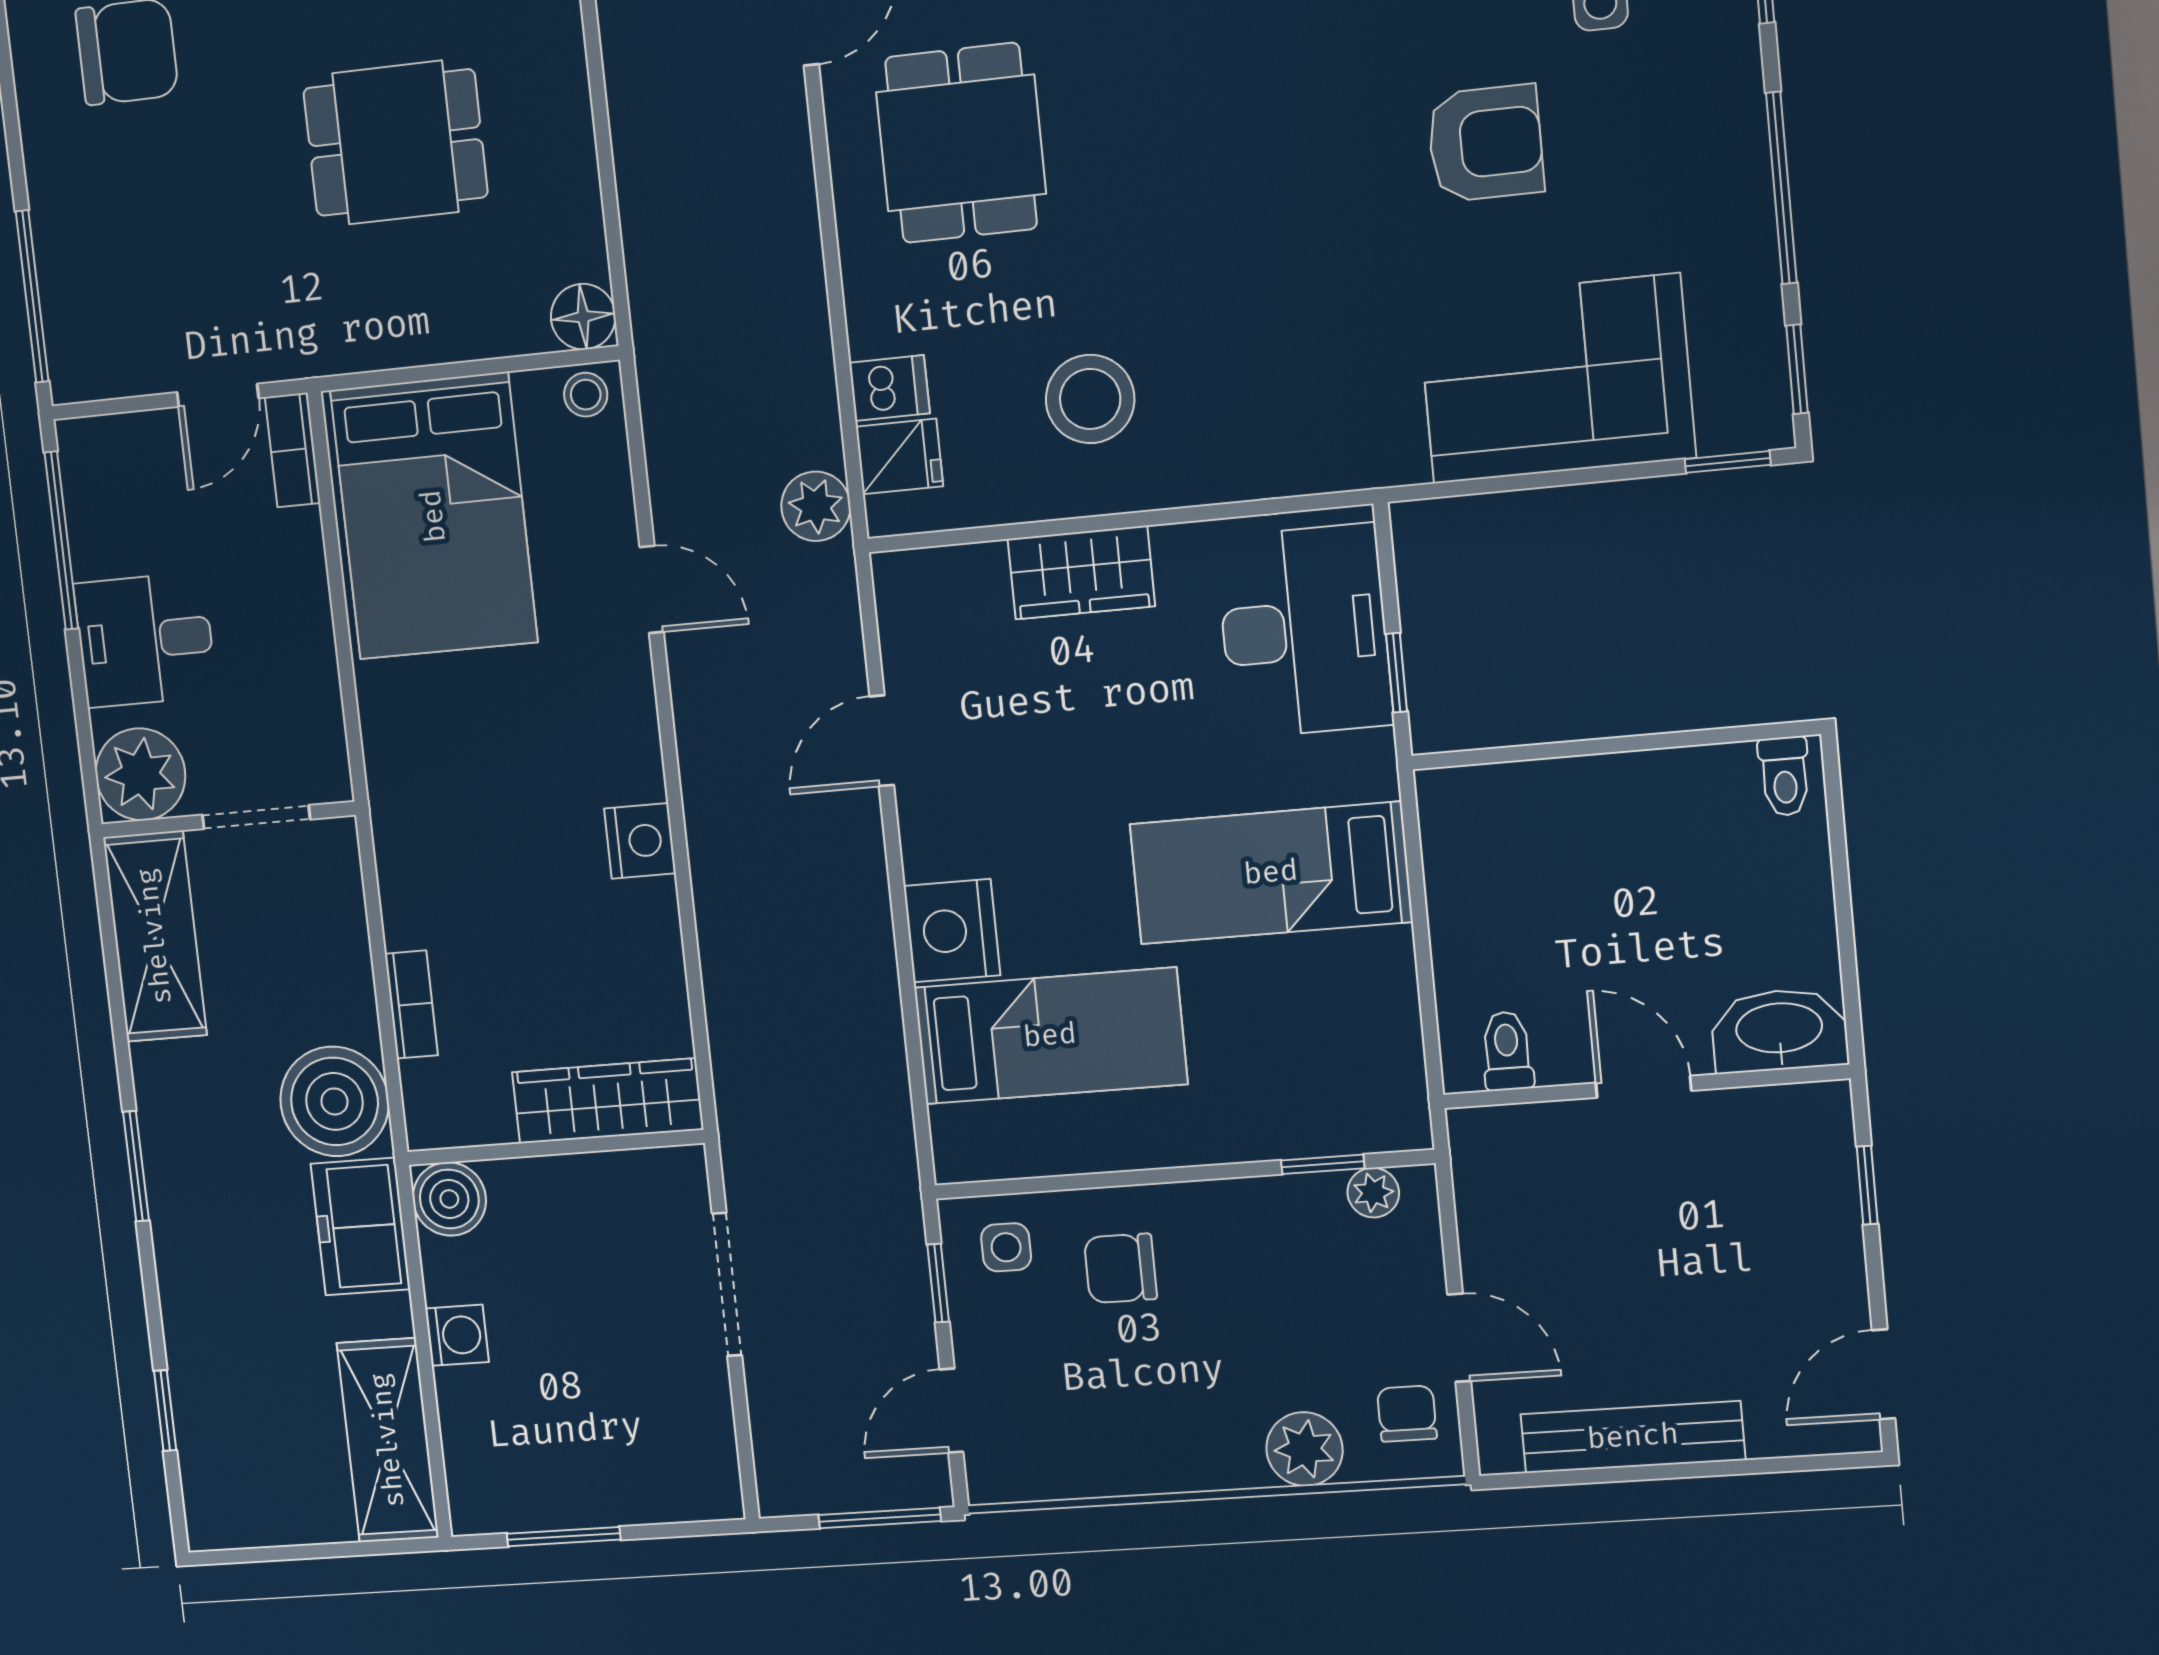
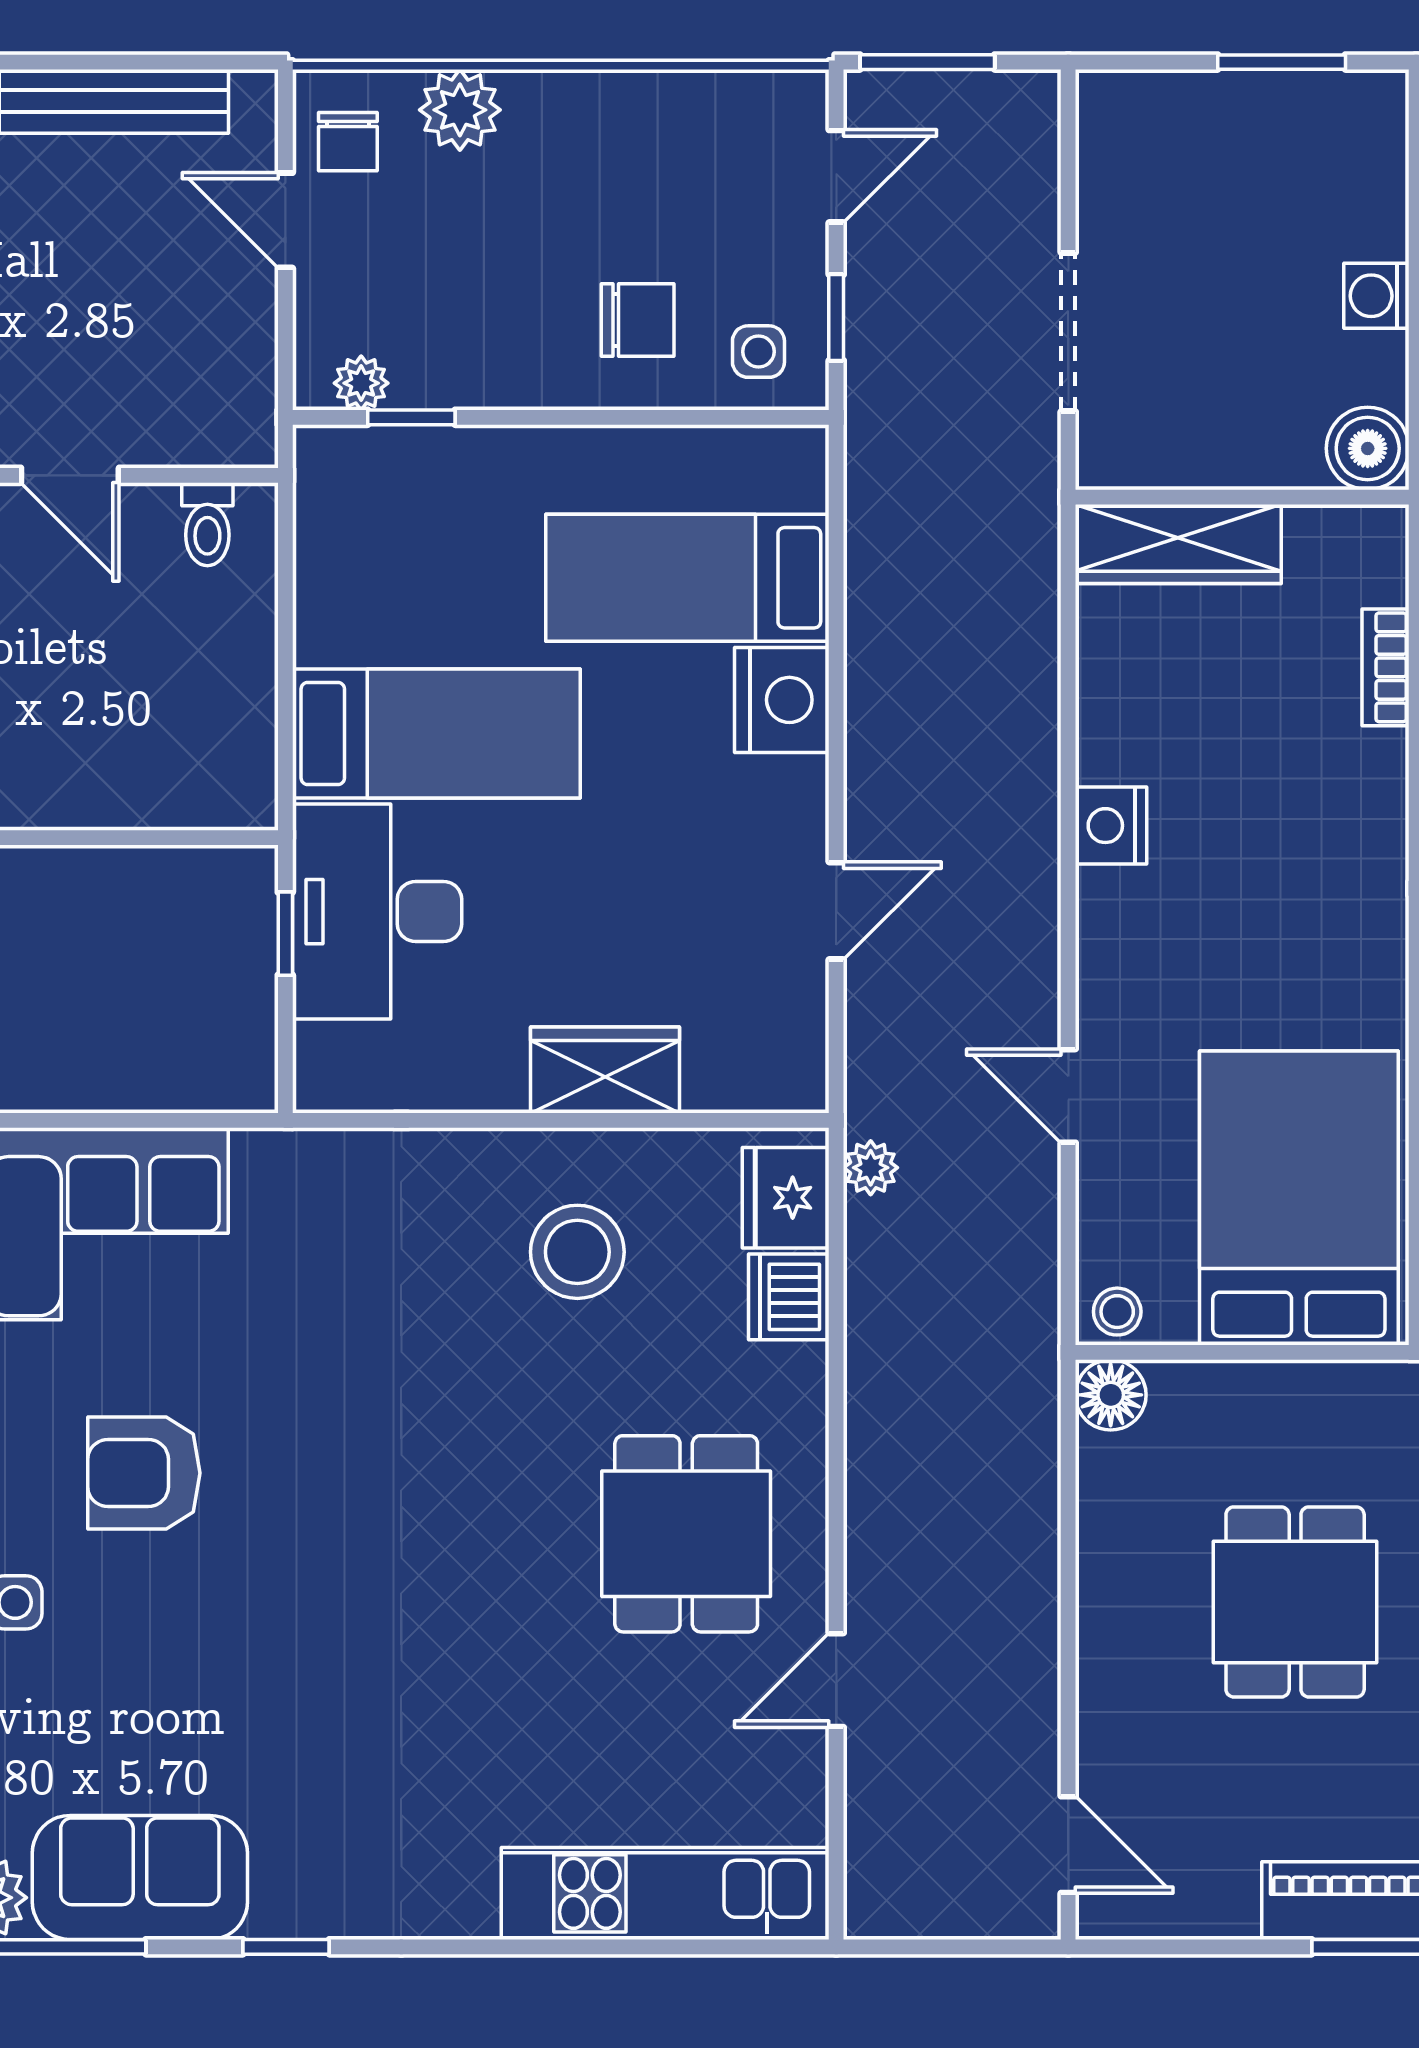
dining table: (395, 143) -> (1295, 1602), turned 90
dishwasher: (889, 388) -> (789, 1297), width x1.38
fridge: (899, 456) -> (786, 1198), width x1.38
plant: (816, 506) -> (871, 1168), width x0.73, depth x0.73
desk: (1304, 631) -> (377, 912), moved

